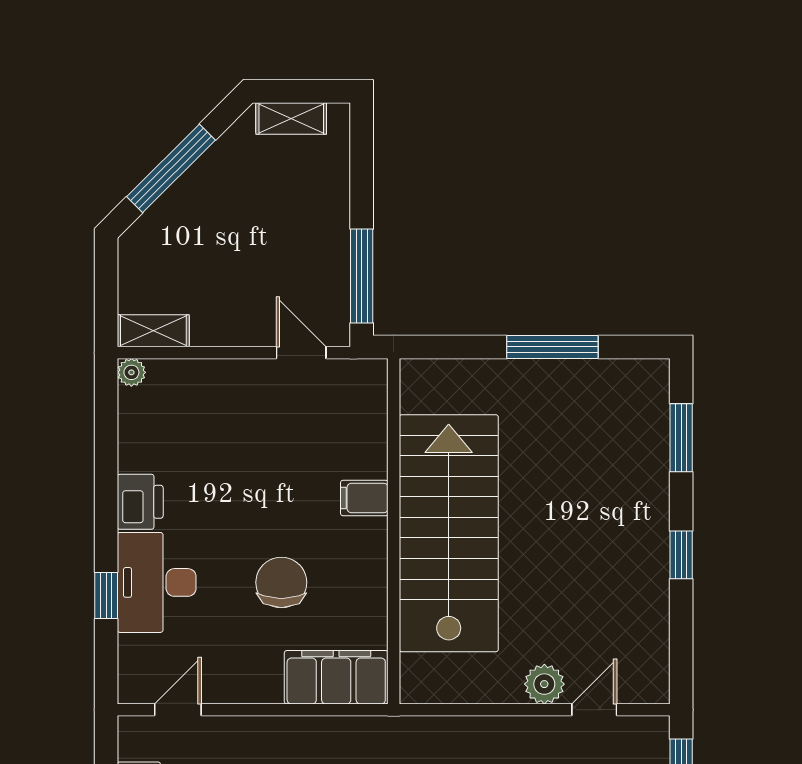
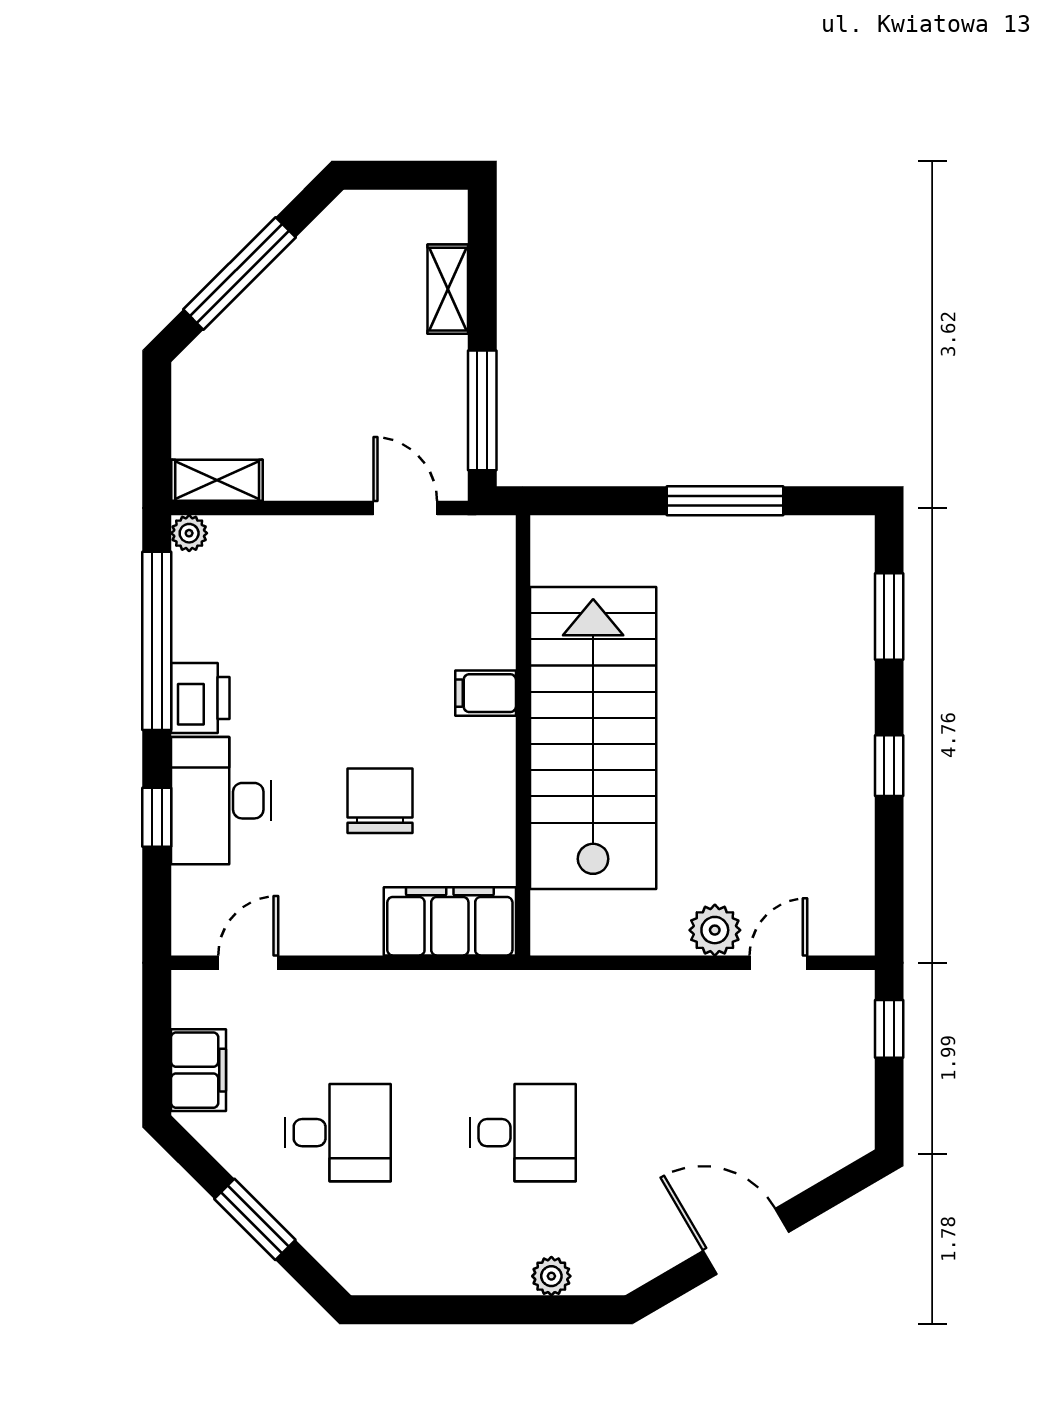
shelving: (291, 118) -> (448, 289), moved, turned 90
window: (106, 457) -> (157, 641), added

